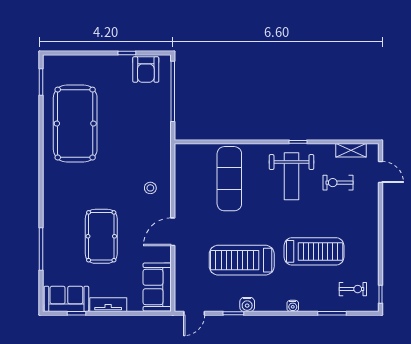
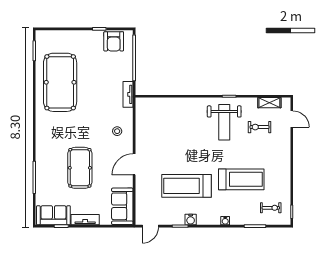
tv unit: (165, 139) -> (128, 94), added
exercise mat: (229, 179) -> (177, 124), removed

